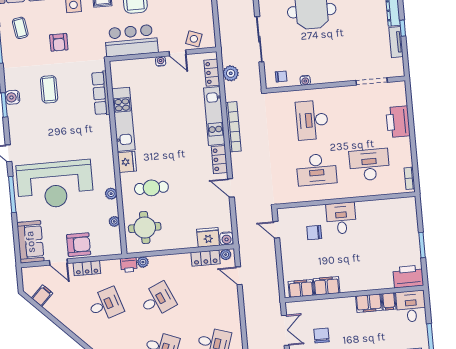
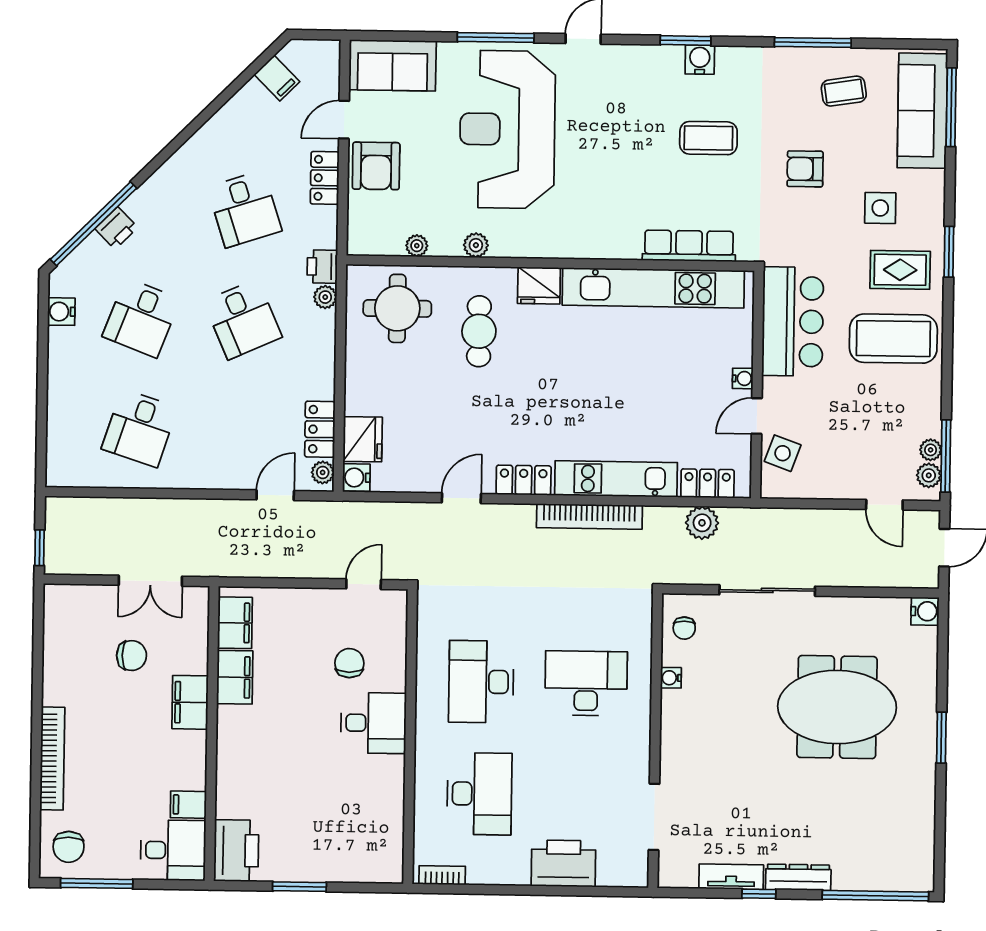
kitchen unit: (123, 119) -> (653, 288), width x1.36
filing cabinet: (369, 303) -> (190, 702), moved

